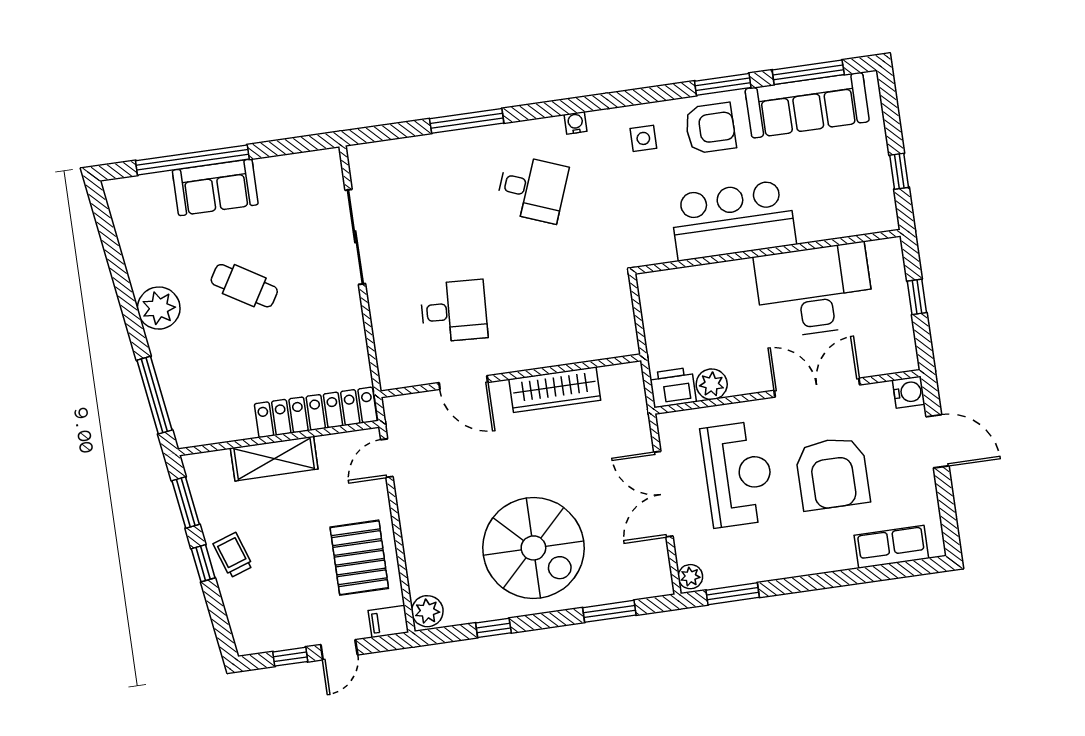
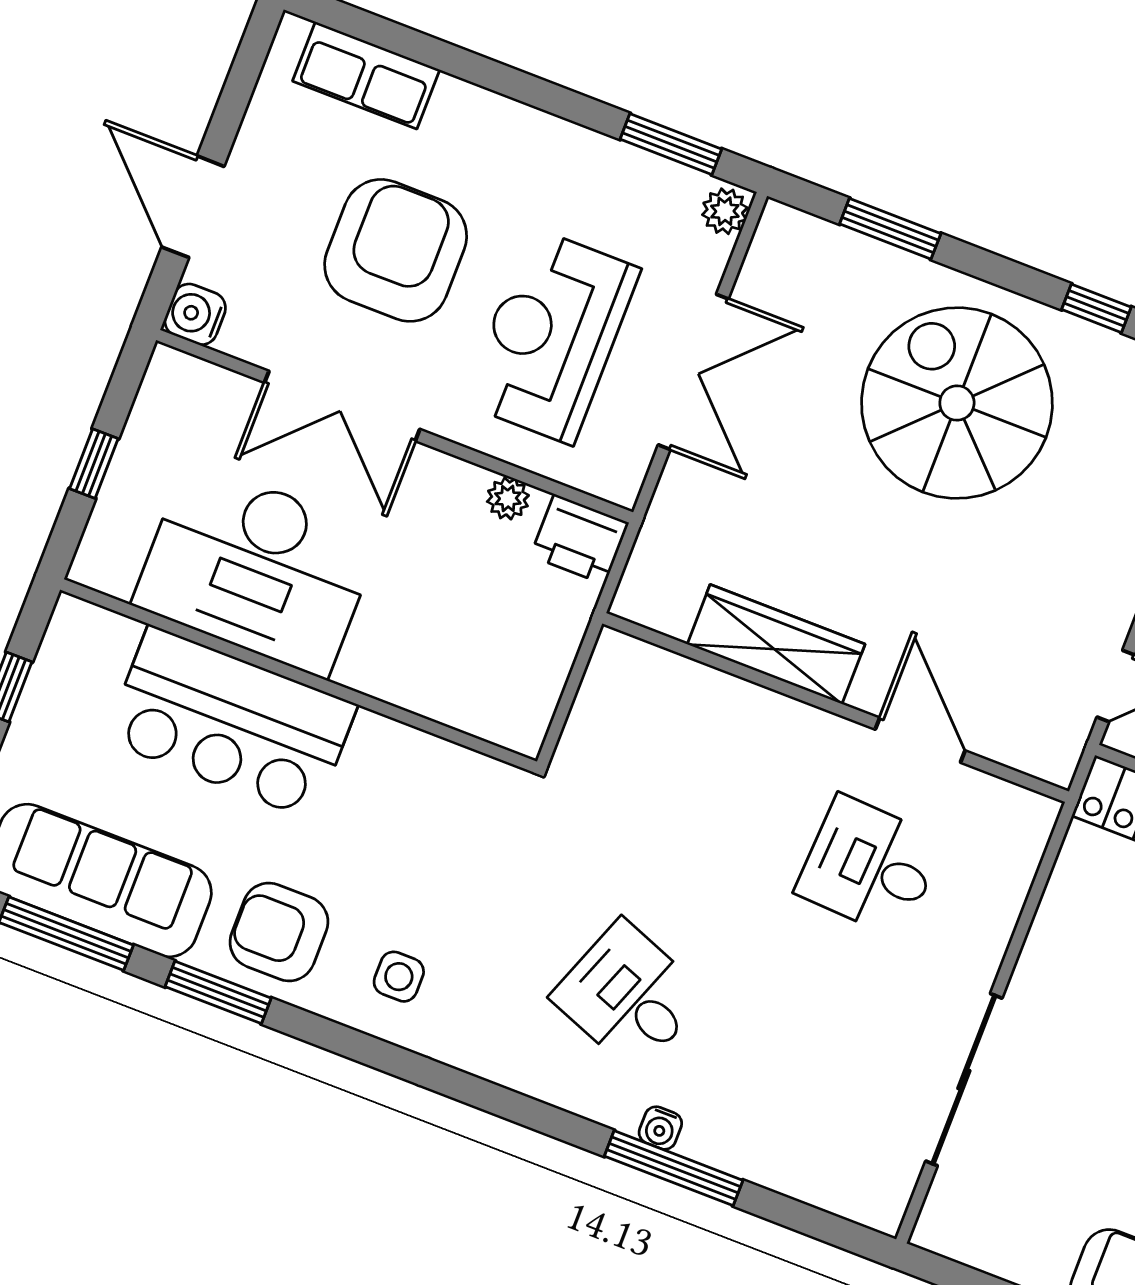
water cooler: (575, 123) -> (660, 1128), moved
bar counter: (733, 220) -> (231, 723), moved
plant: (712, 384) -> (508, 498), width x0.73, depth x0.73

